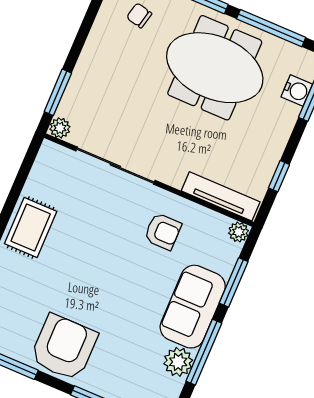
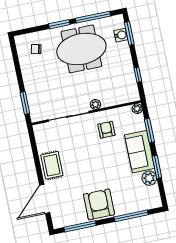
plant: (60, 128) -> (95, 104), moved
tv unit: (221, 196) -> (120, 99), removed
armchair: (163, 232) -> (106, 130), turned -90
window: (204, 352) -> (157, 167), width x0.69

